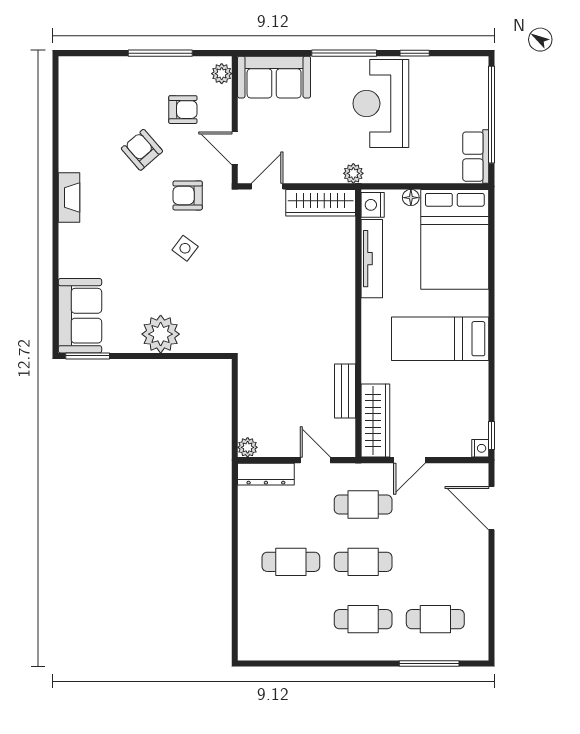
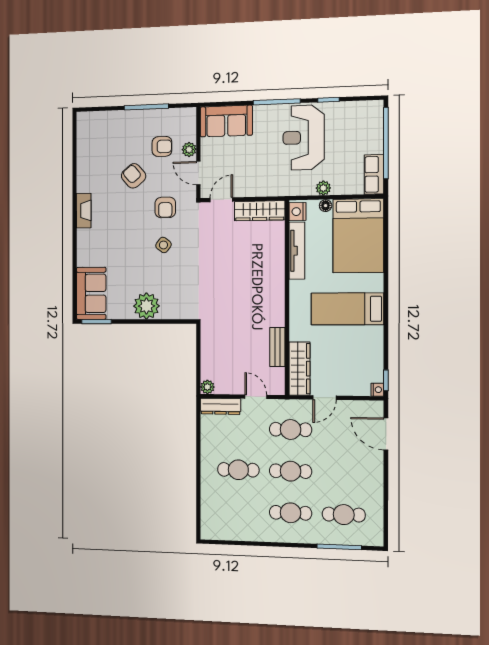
plant: (222, 74) -> (189, 149), moved
plant: (353, 173) -> (323, 188), moved
armchair: (188, 195) -> (165, 207), turned -90

